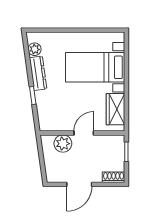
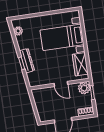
dresser: (38, 73) -> (27, 61), moved
door: (84, 133) -> (61, 84), swing flipped
plant: (63, 144) -> (84, 88), moved

